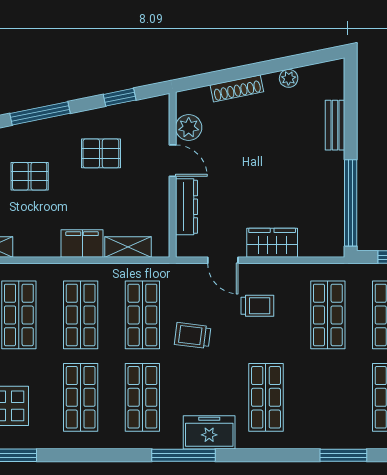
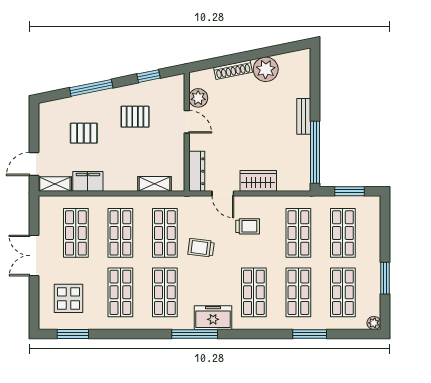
plant: (289, 78) -> (266, 69), width x1.87, depth x1.87
bench: (335, 125) -> (304, 116), moved
dresser: (187, 207) -> (197, 171), moved
filing cabinet: (82, 243) -> (88, 181), moved
shop shelf: (328, 397) -> (298, 292), added

